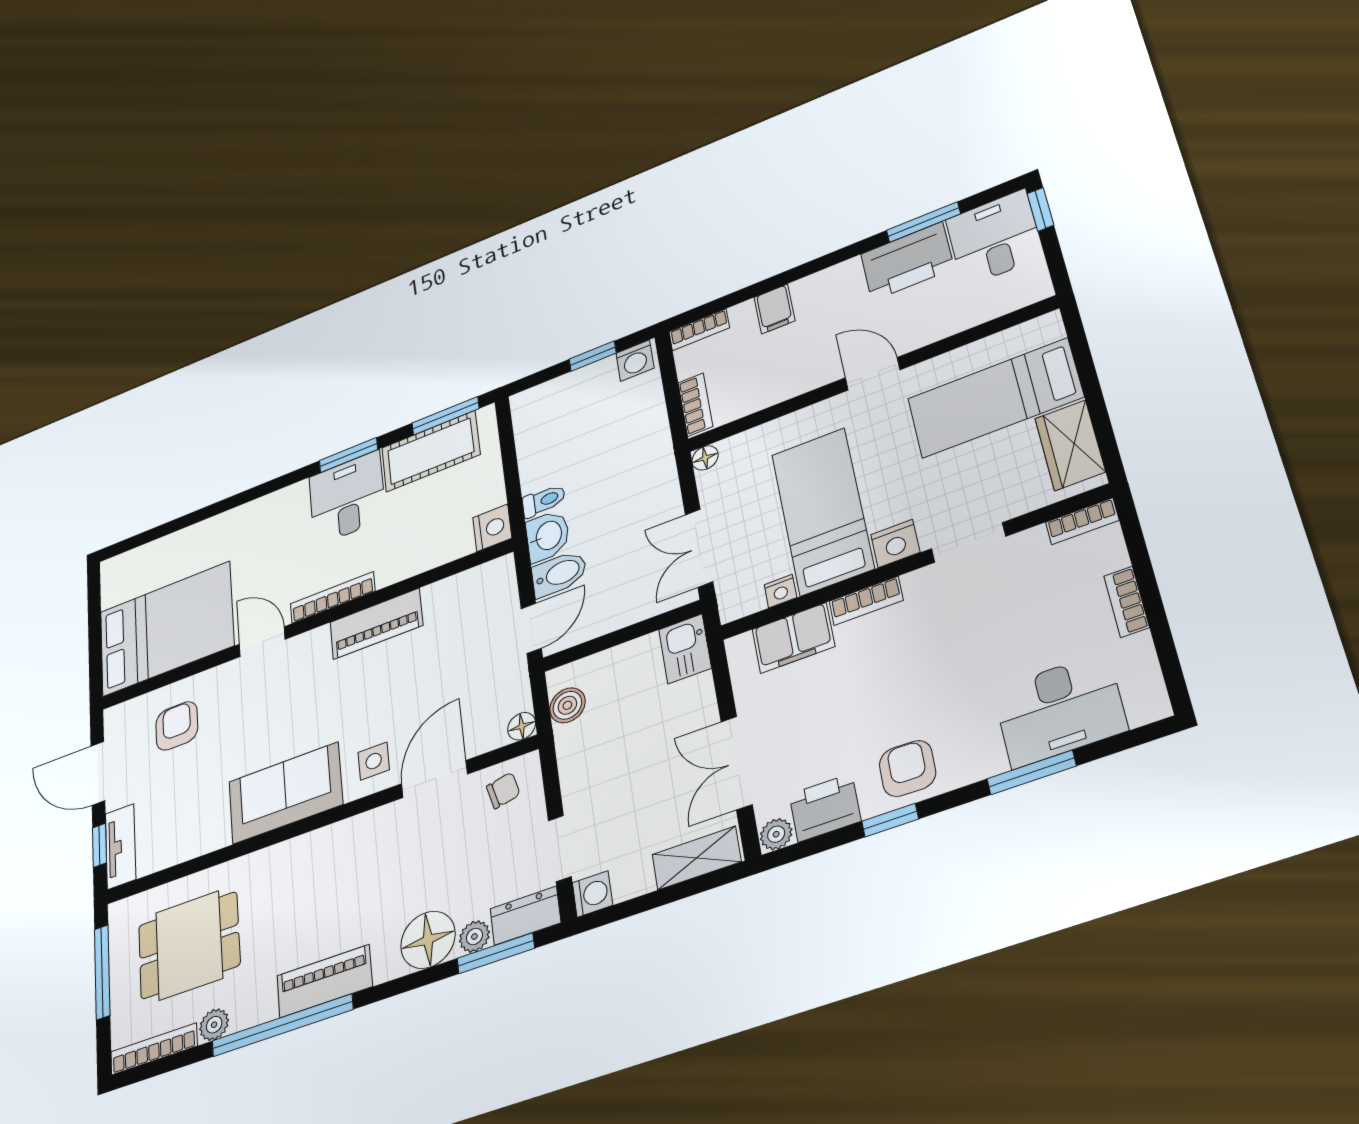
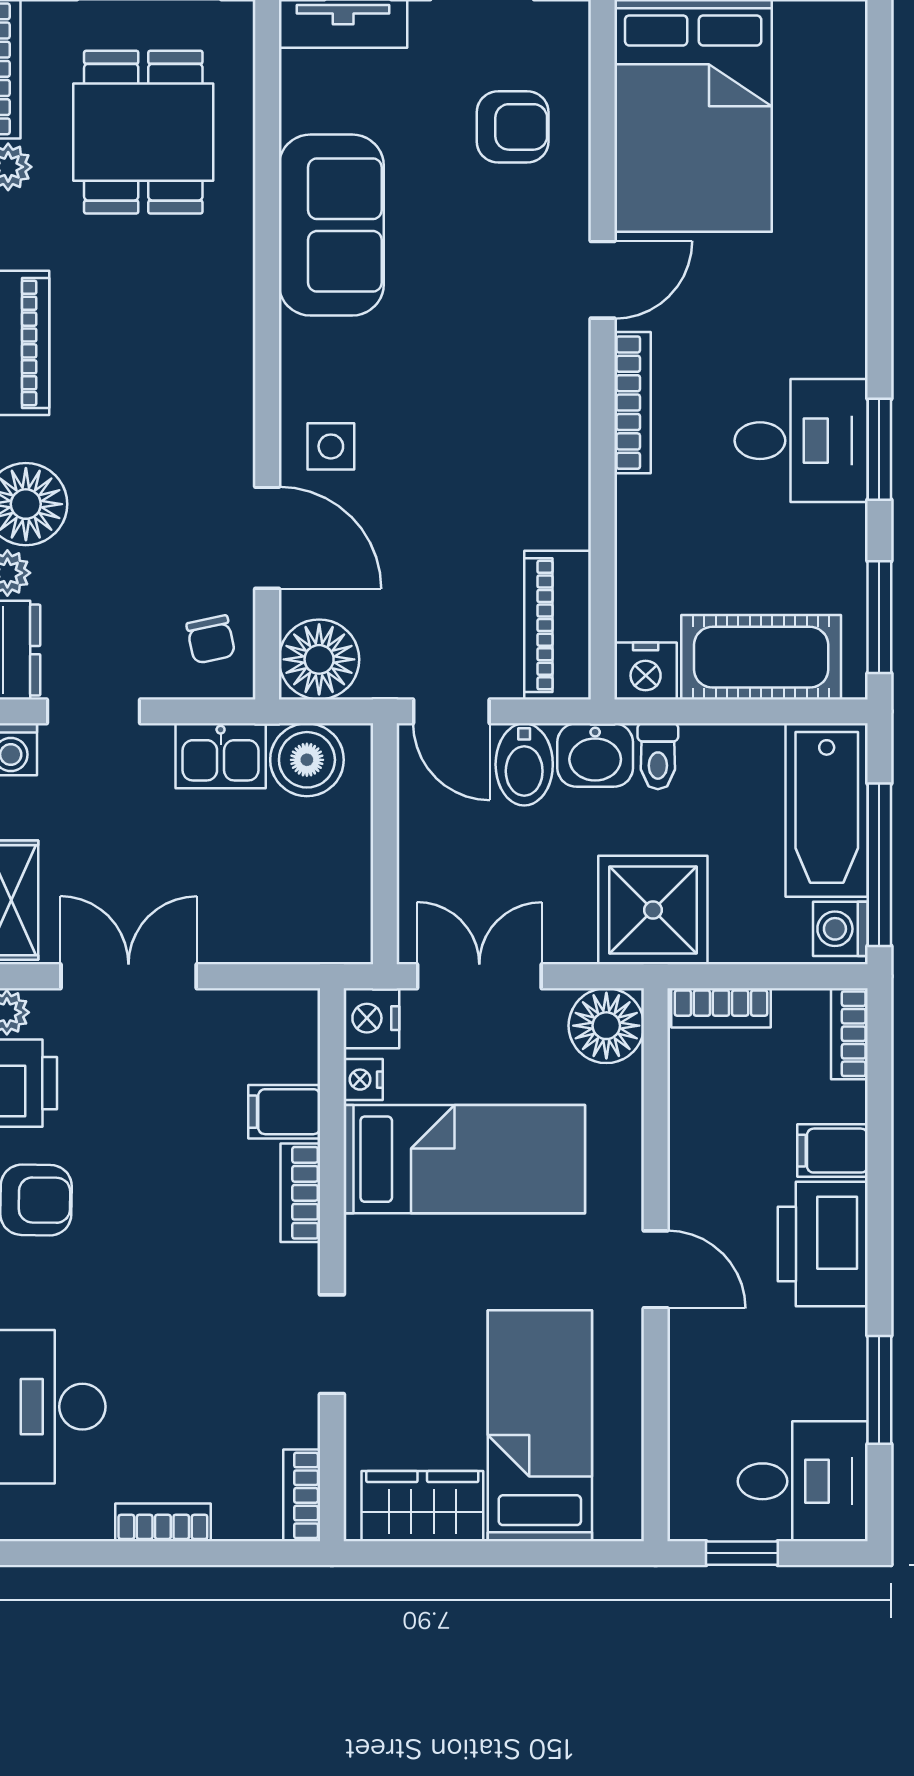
window: (1040, 209) -> (742, 1553), moved
printer: (907, 261) -> (823, 1244), moved
window: (593, 356) -> (879, 865), width x2.17
door: (873, 374) -> (656, 1269), hinge flipped
bathtub: (564, 397) -> (827, 810), added
cot: (431, 451) -> (761, 657), moved, turned 90
floor lamp: (705, 458) -> (606, 1026), width x1.89, depth x1.89
shower: (640, 466) -> (653, 910), added
nightstand: (895, 543) -> (371, 1018), moved
piano: (376, 624) -> (558, 625), moved
filing cabinet: (793, 638) -> (284, 1112), width x0.50
kitchen sink: (685, 649) -> (221, 756), moved, turned 180
boiler: (567, 705) -> (307, 760), width x1.36, depth x1.36
floor lamp: (522, 726) -> (319, 659), width x1.89, depth x1.89
sofa: (285, 793) -> (331, 225), moved

